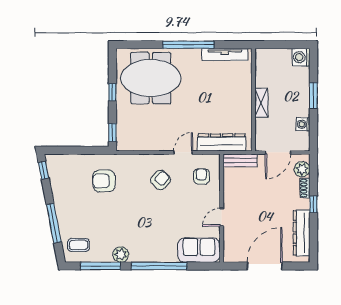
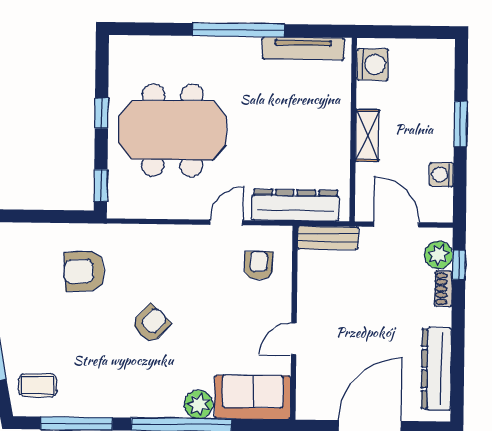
washing machine: (301, 57) -> (372, 64), moved, turned 180
meeting table: (151, 78) -> (172, 130), moved
door: (278, 152) -> (396, 224), swing flipped
armchair: (161, 180) -> (151, 324), moved
window: (313, 204) -> (459, 265), moved
plant: (121, 254) -> (199, 404), moved

